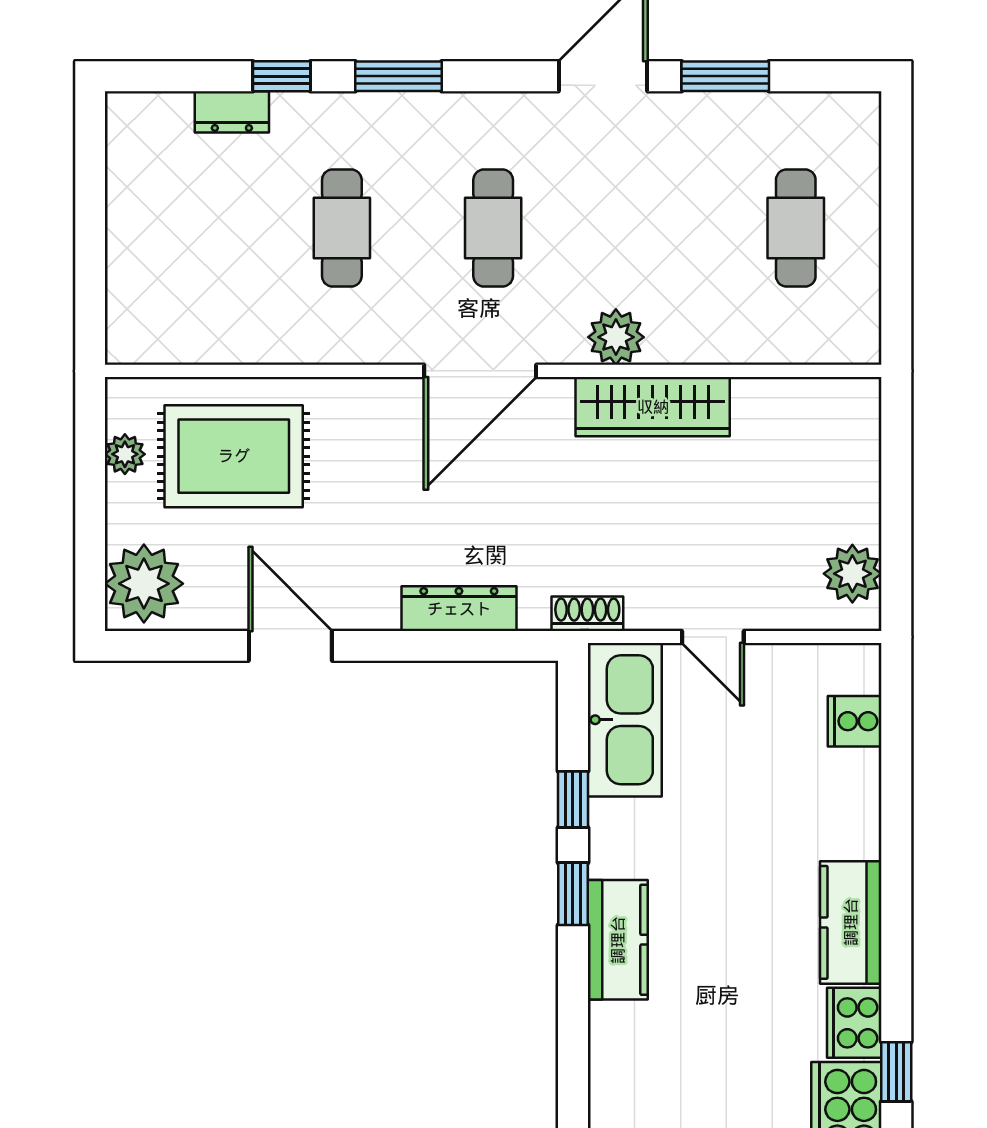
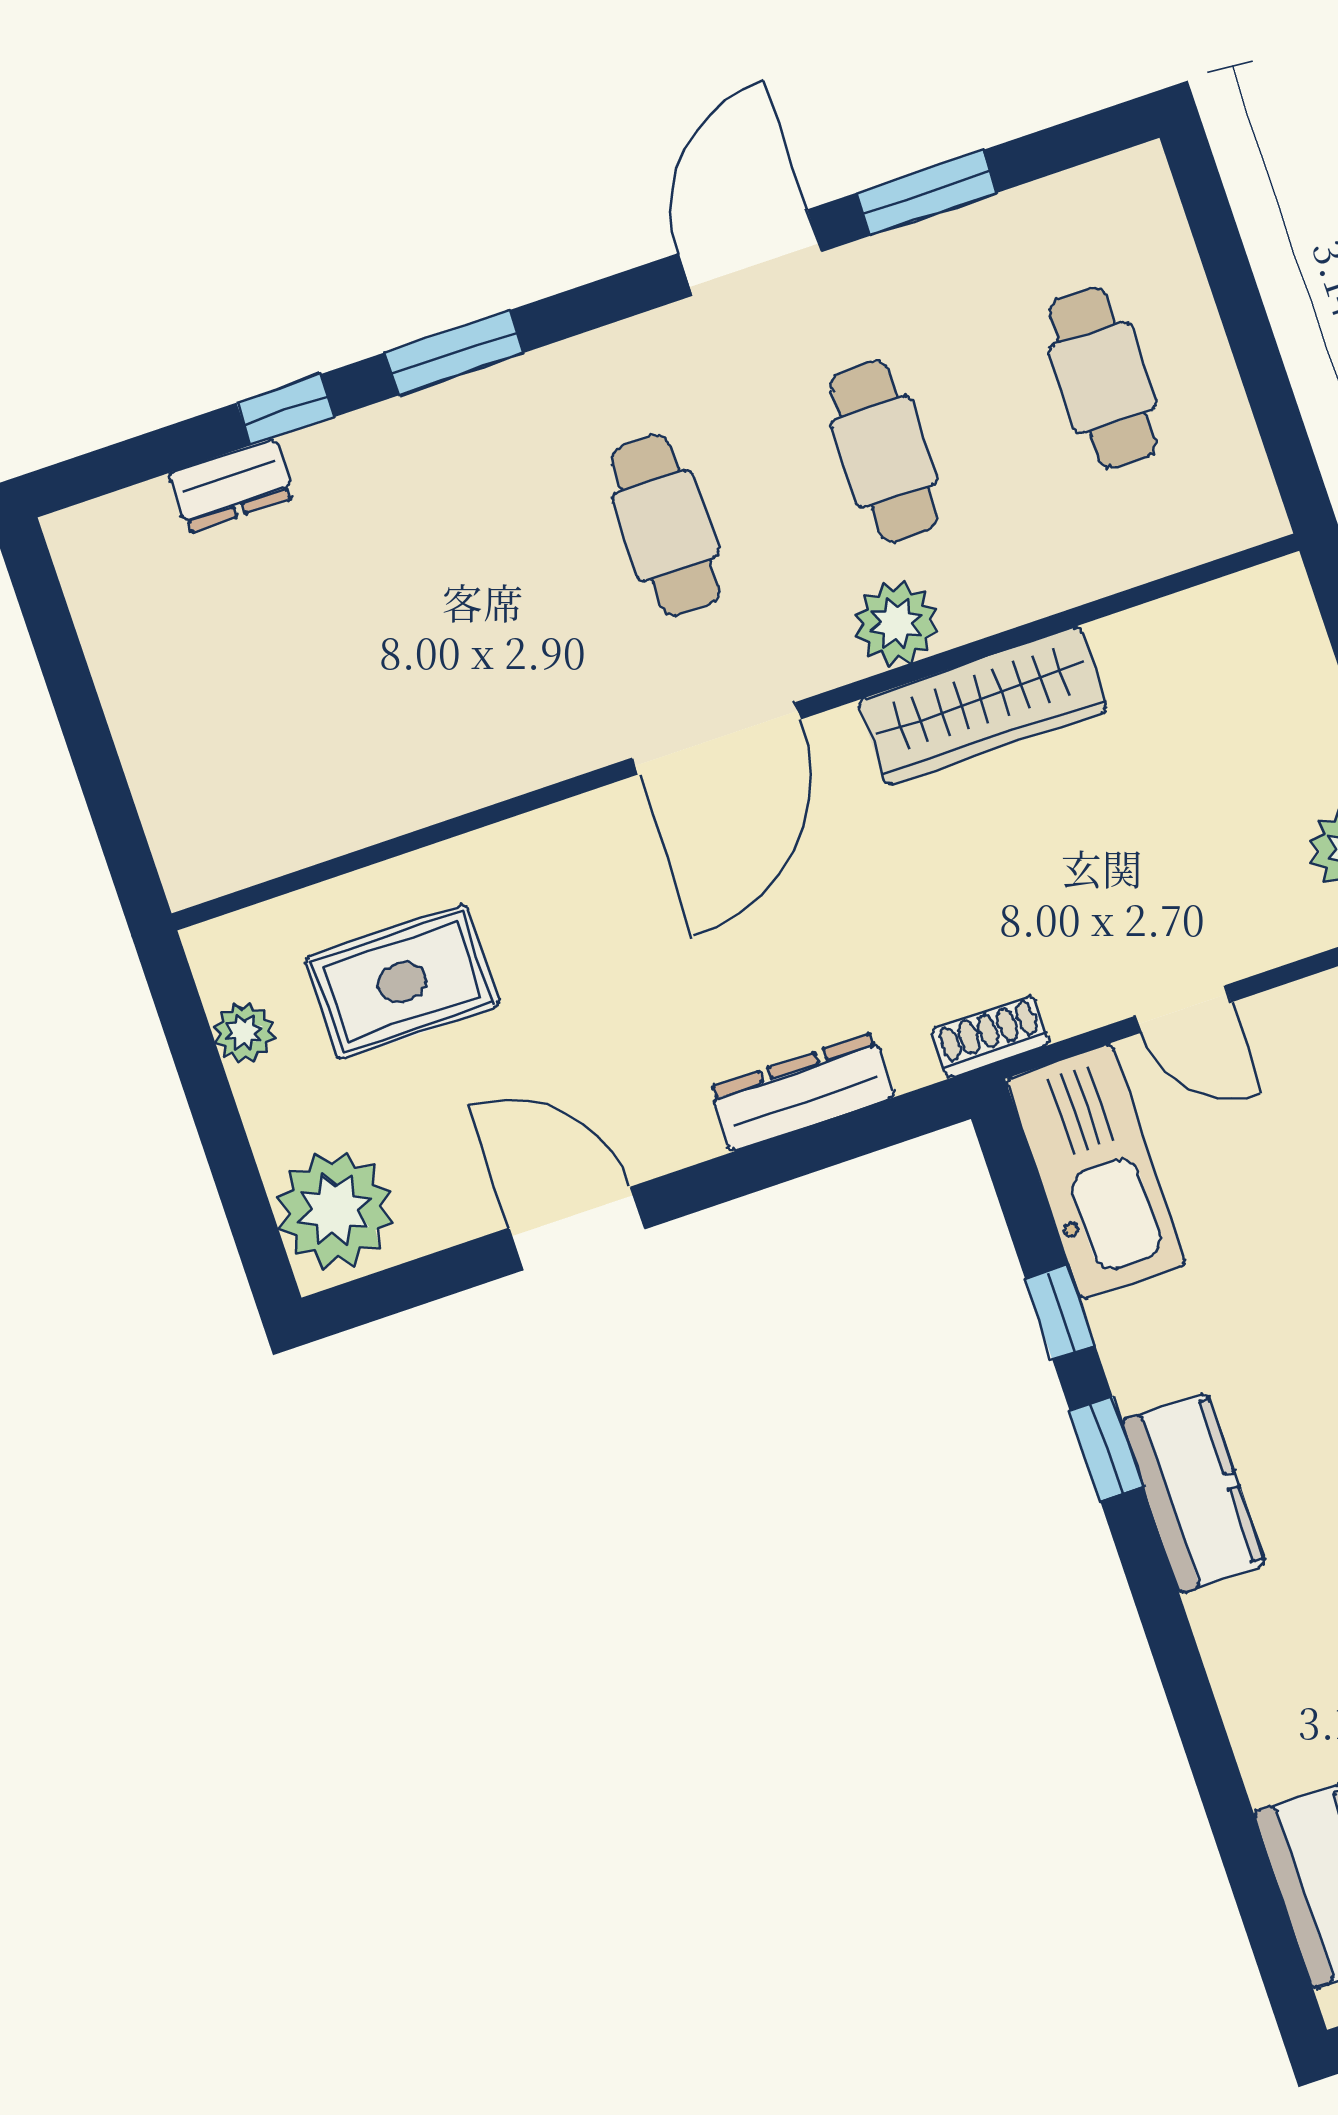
cafe table: (342, 228) -> (884, 452), moved
rug: (234, 456) -> (402, 982), width x0.73, depth x0.70

